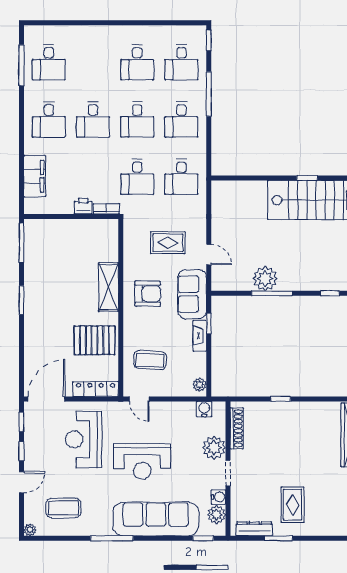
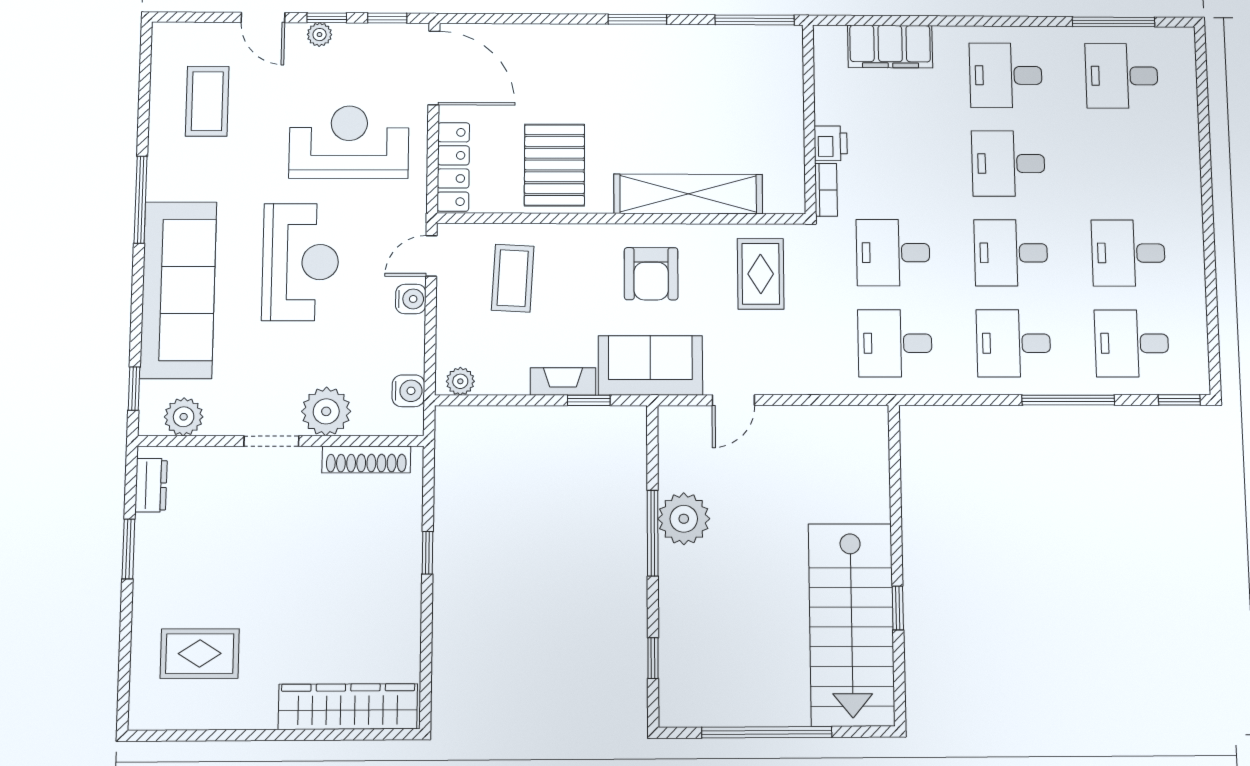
rug: (168, 243) -> (761, 274), moved
shelving: (109, 287) -> (688, 194), width x1.47
reception desk: (142, 461) -> (301, 262), turned 180
water cooler: (218, 497) -> (411, 299), moved, turned -90
rug: (293, 505) -> (200, 654), moved
dresser: (254, 529) -> (151, 485), width x0.70
plant: (30, 530) -> (320, 35), moved

